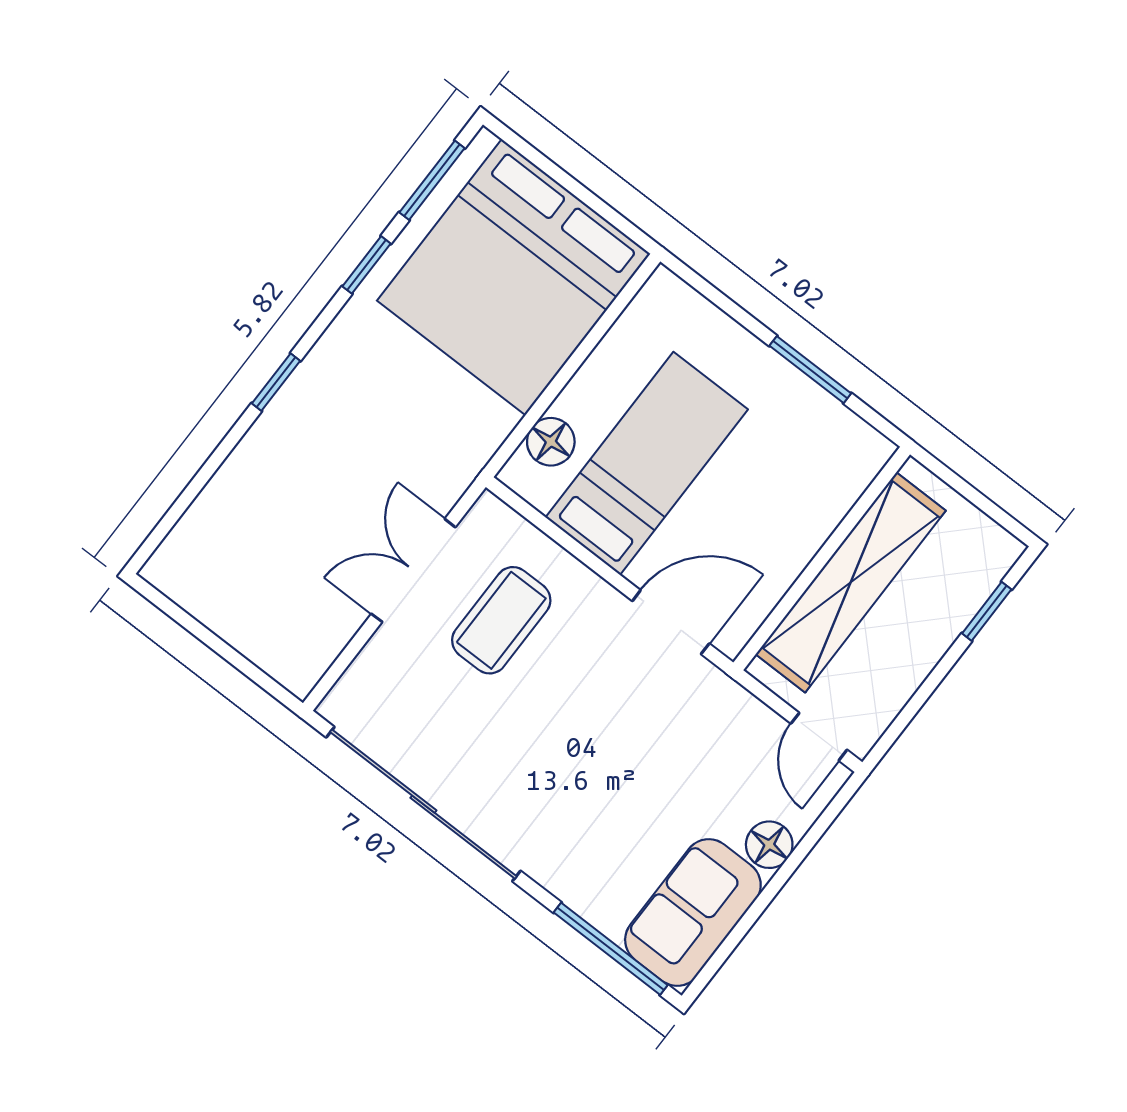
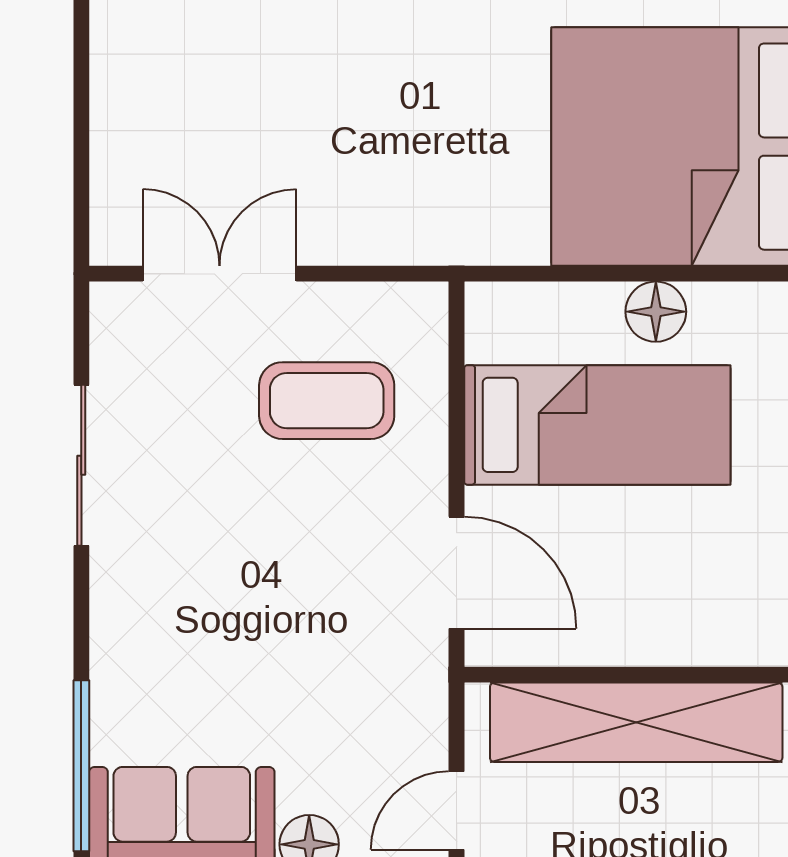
floor lamp: (551, 442) -> (656, 312), moved
double door: (413, 570) -> (220, 274), moved
sliding door: (423, 804) -> (81, 465), width x0.54

